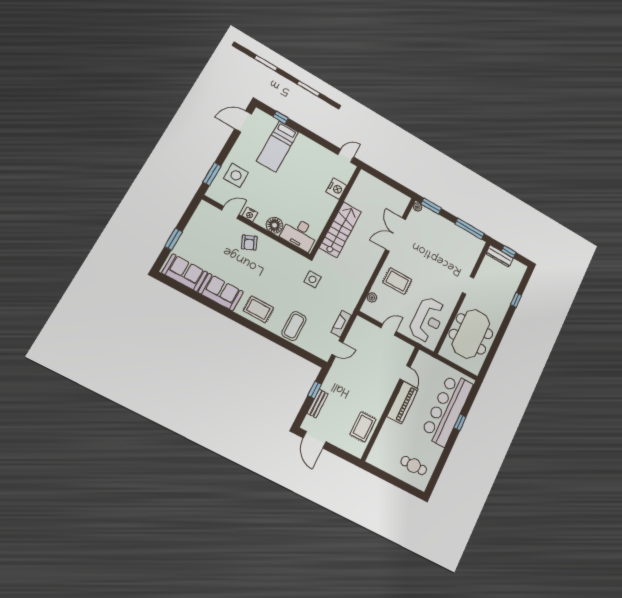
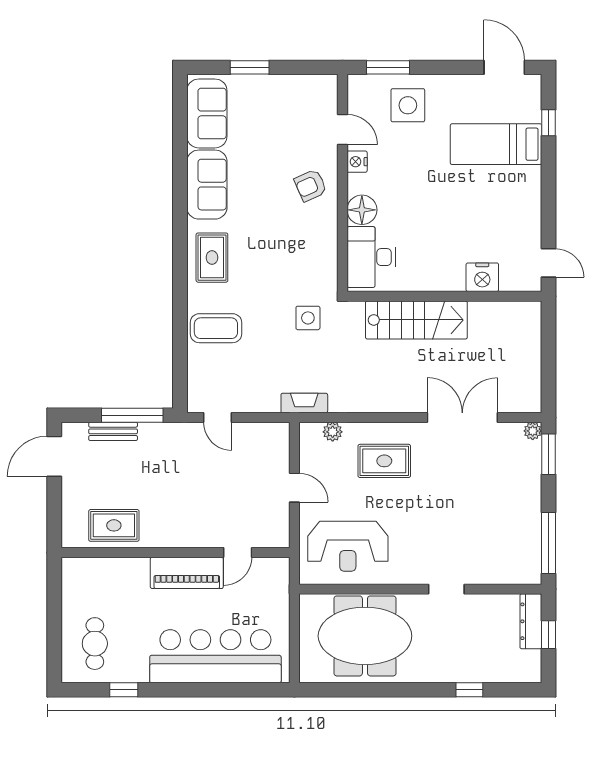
rug: (397, 281) -> (384, 461), turned 90
fireplace: (341, 324) -> (304, 403), moved
window: (315, 390) -> (132, 415), width x2.17
window: (460, 422) -> (124, 690), moved

